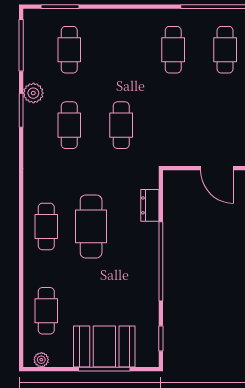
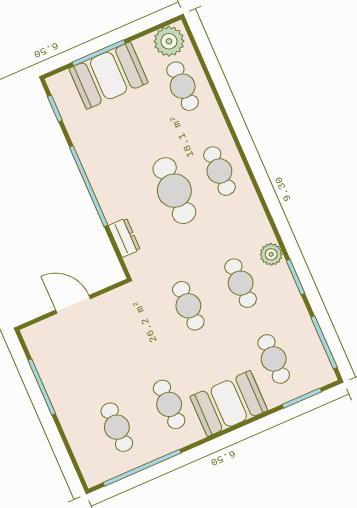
booth: (123, 29) -> (229, 403), added
plant: (33, 93) -> (271, 254), moved
plant: (41, 360) -> (169, 41), width x1.87, depth x1.87

